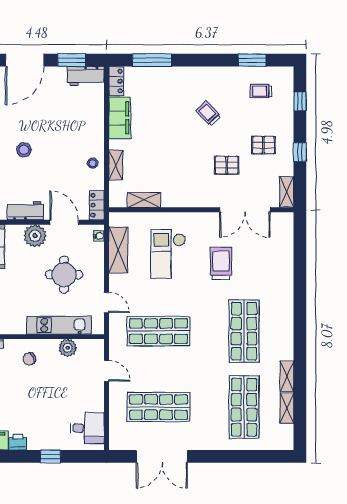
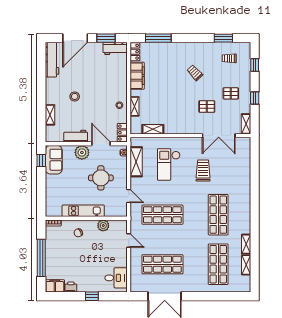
kitchen unit: (59, 325) -> (83, 211), moved

